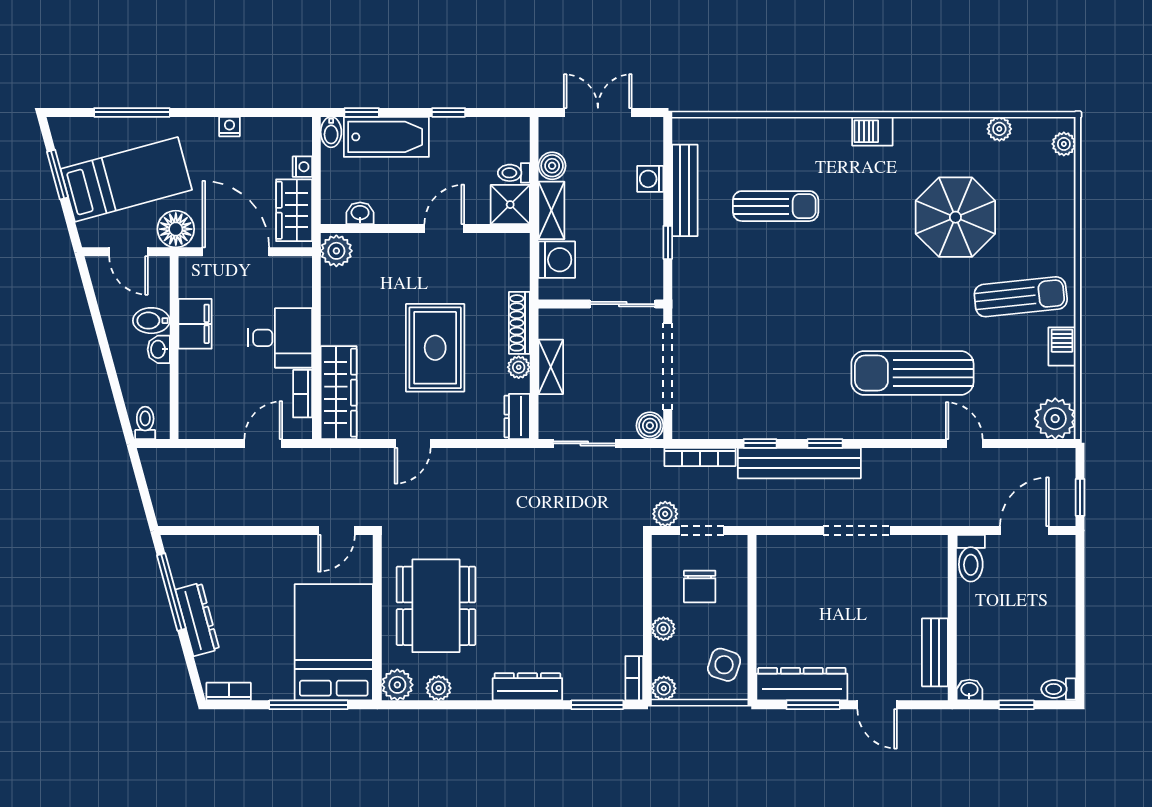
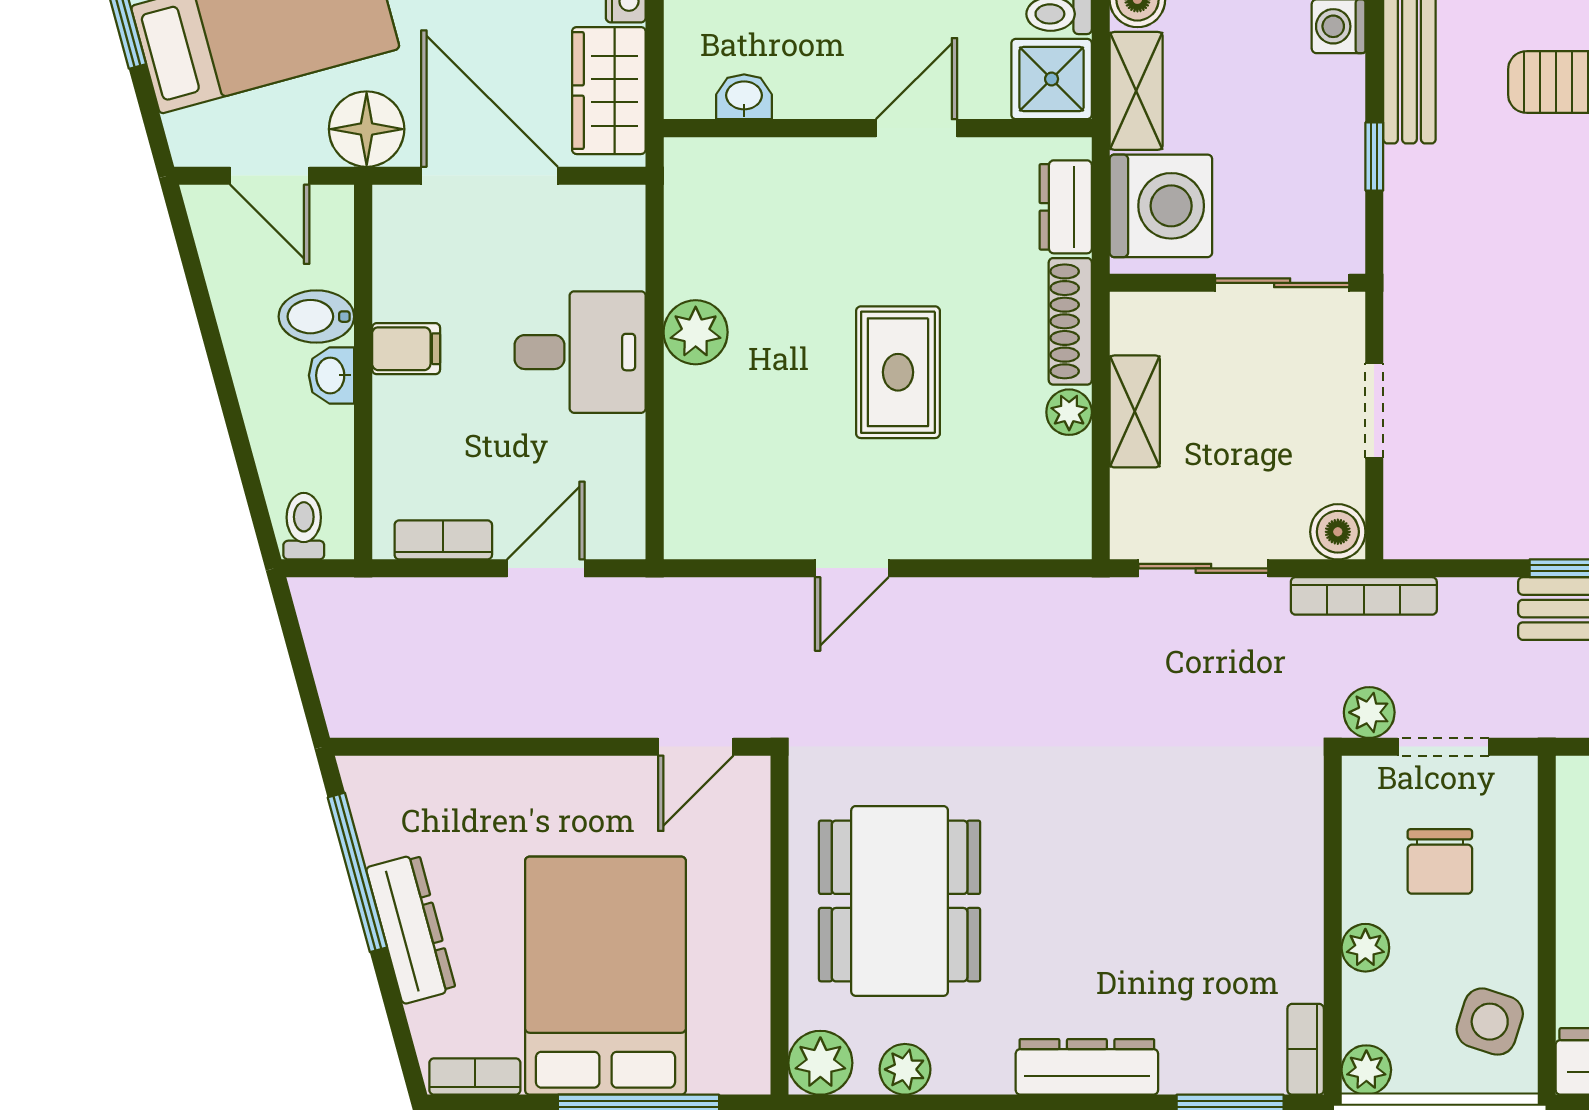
plant: (336, 251) -> (696, 332), moved
washing machine: (557, 260) -> (1161, 206), width x1.37, depth x1.37
filing cabinet: (195, 324) -> (406, 349), width x0.50
rug: (435, 348) -> (898, 372), width x0.73, depth x0.70
doorway: (668, 366) -> (1374, 410), width x0.53
wardrobe: (339, 393) -> (700, 464), removed
bookcase: (303, 394) -> (443, 540), moved, turned 90
dresser: (517, 416) -> (1066, 207), moved
bookcase: (700, 457) -> (1364, 596), moved
bed: (334, 642) -> (605, 976), moved

